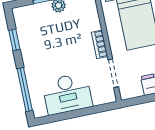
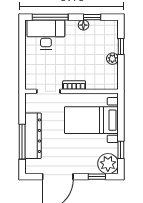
floor lamp: (26, 48) -> (83, 25), added
desk: (67, 94) -> (46, 35), moved, turned 90

